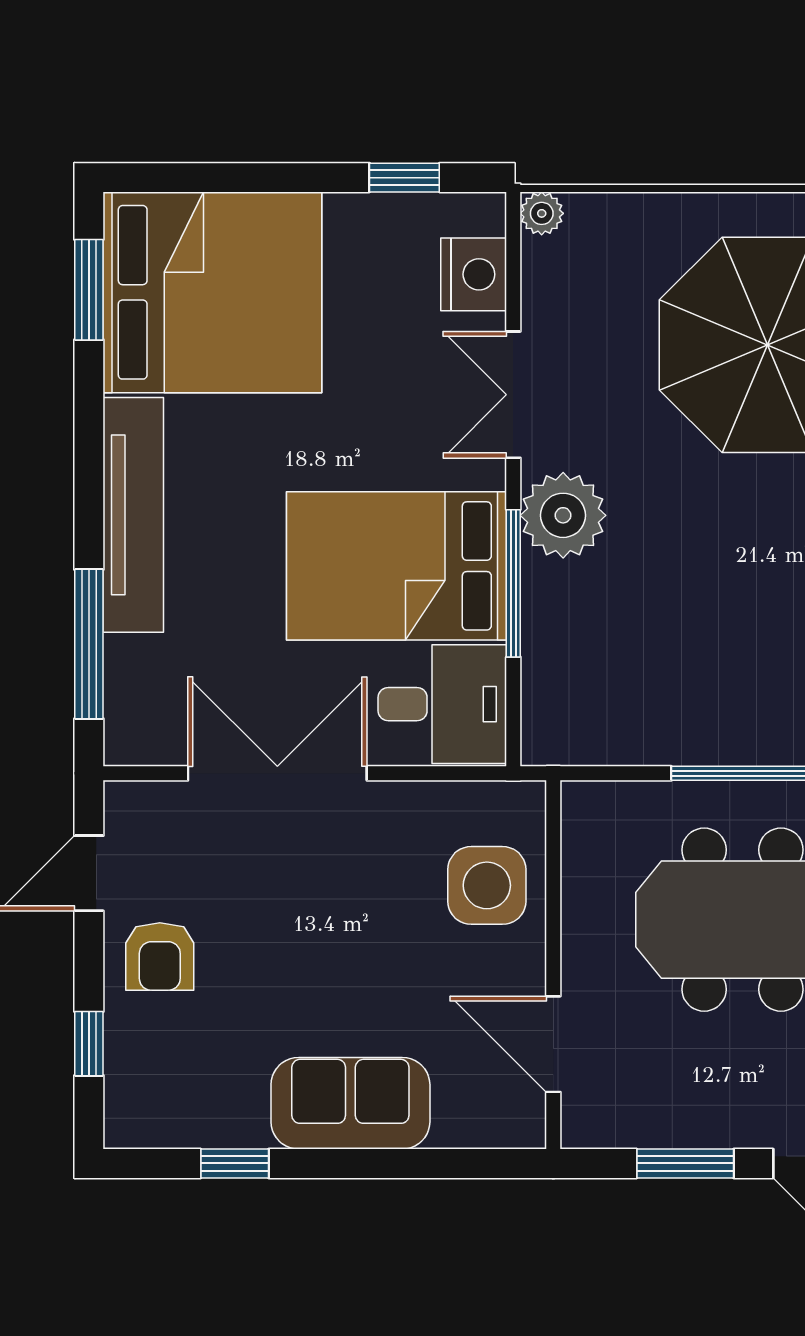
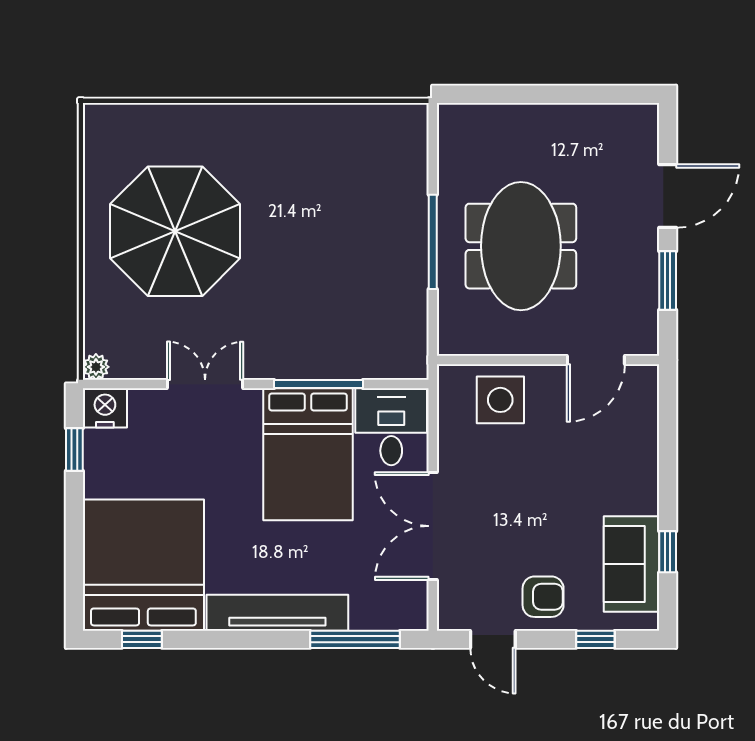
nightstand: (474, 274) -> (105, 408), moved
window: (89, 290) -> (142, 639), width x0.67
double door: (513, 395) -> (205, 384), swing flipped
plant: (563, 515) -> (278, 354), removed
sofa: (350, 1103) -> (631, 564), moved

